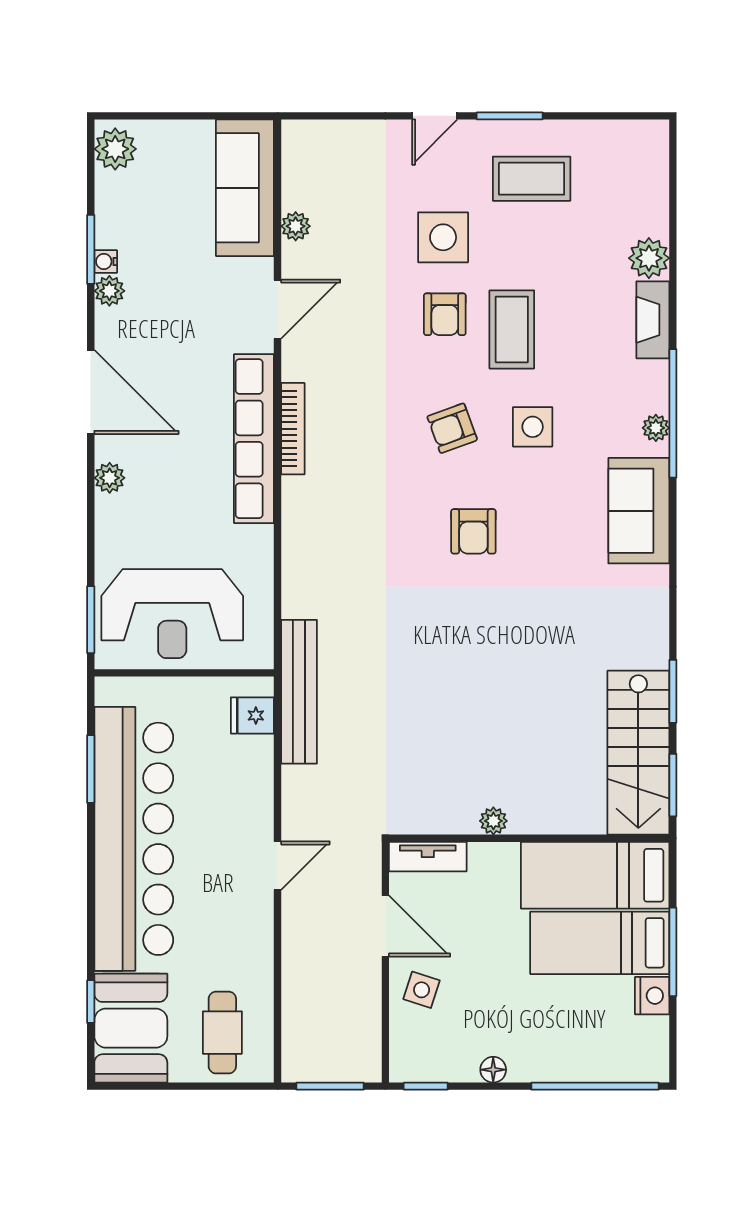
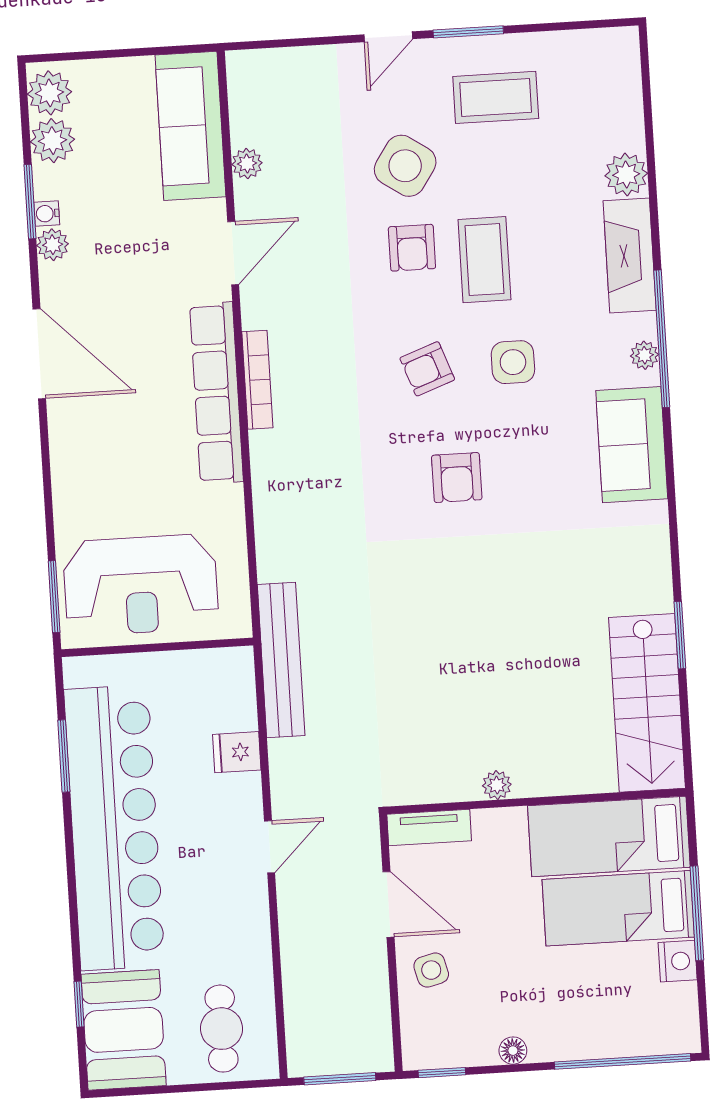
side table: (443, 237) -> (405, 166), turned 34
fireplace: (653, 320) -> (630, 256), width x1.37, depth x1.32
plant: (110, 478) -> (52, 141), moved, width x1.38, depth x1.38
fridge: (252, 715) -> (237, 752), moved
window: (673, 785) -> (686, 735), removed
side table: (422, 990) -> (431, 970), turned -32

